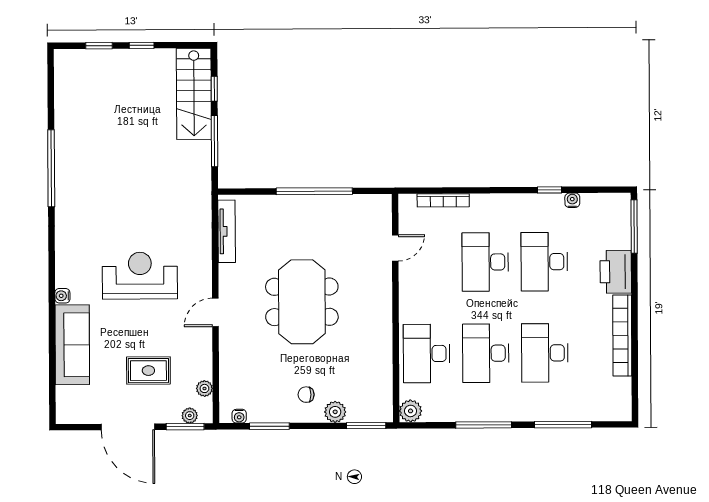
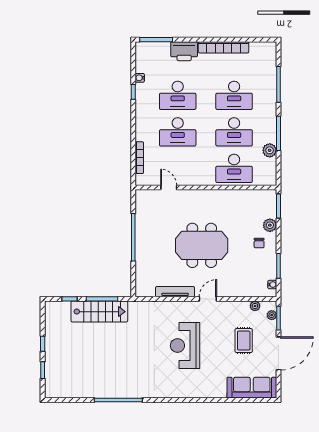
stairs: (194, 94) -> (99, 312), moved
tv unit: (227, 231) -> (175, 292), moved
water cooler: (62, 296) -> (197, 393), removed
door: (215, 312) -> (208, 299), swing flipped
sofa: (72, 345) -> (252, 388), moved
plant: (411, 411) -> (270, 150), moved

